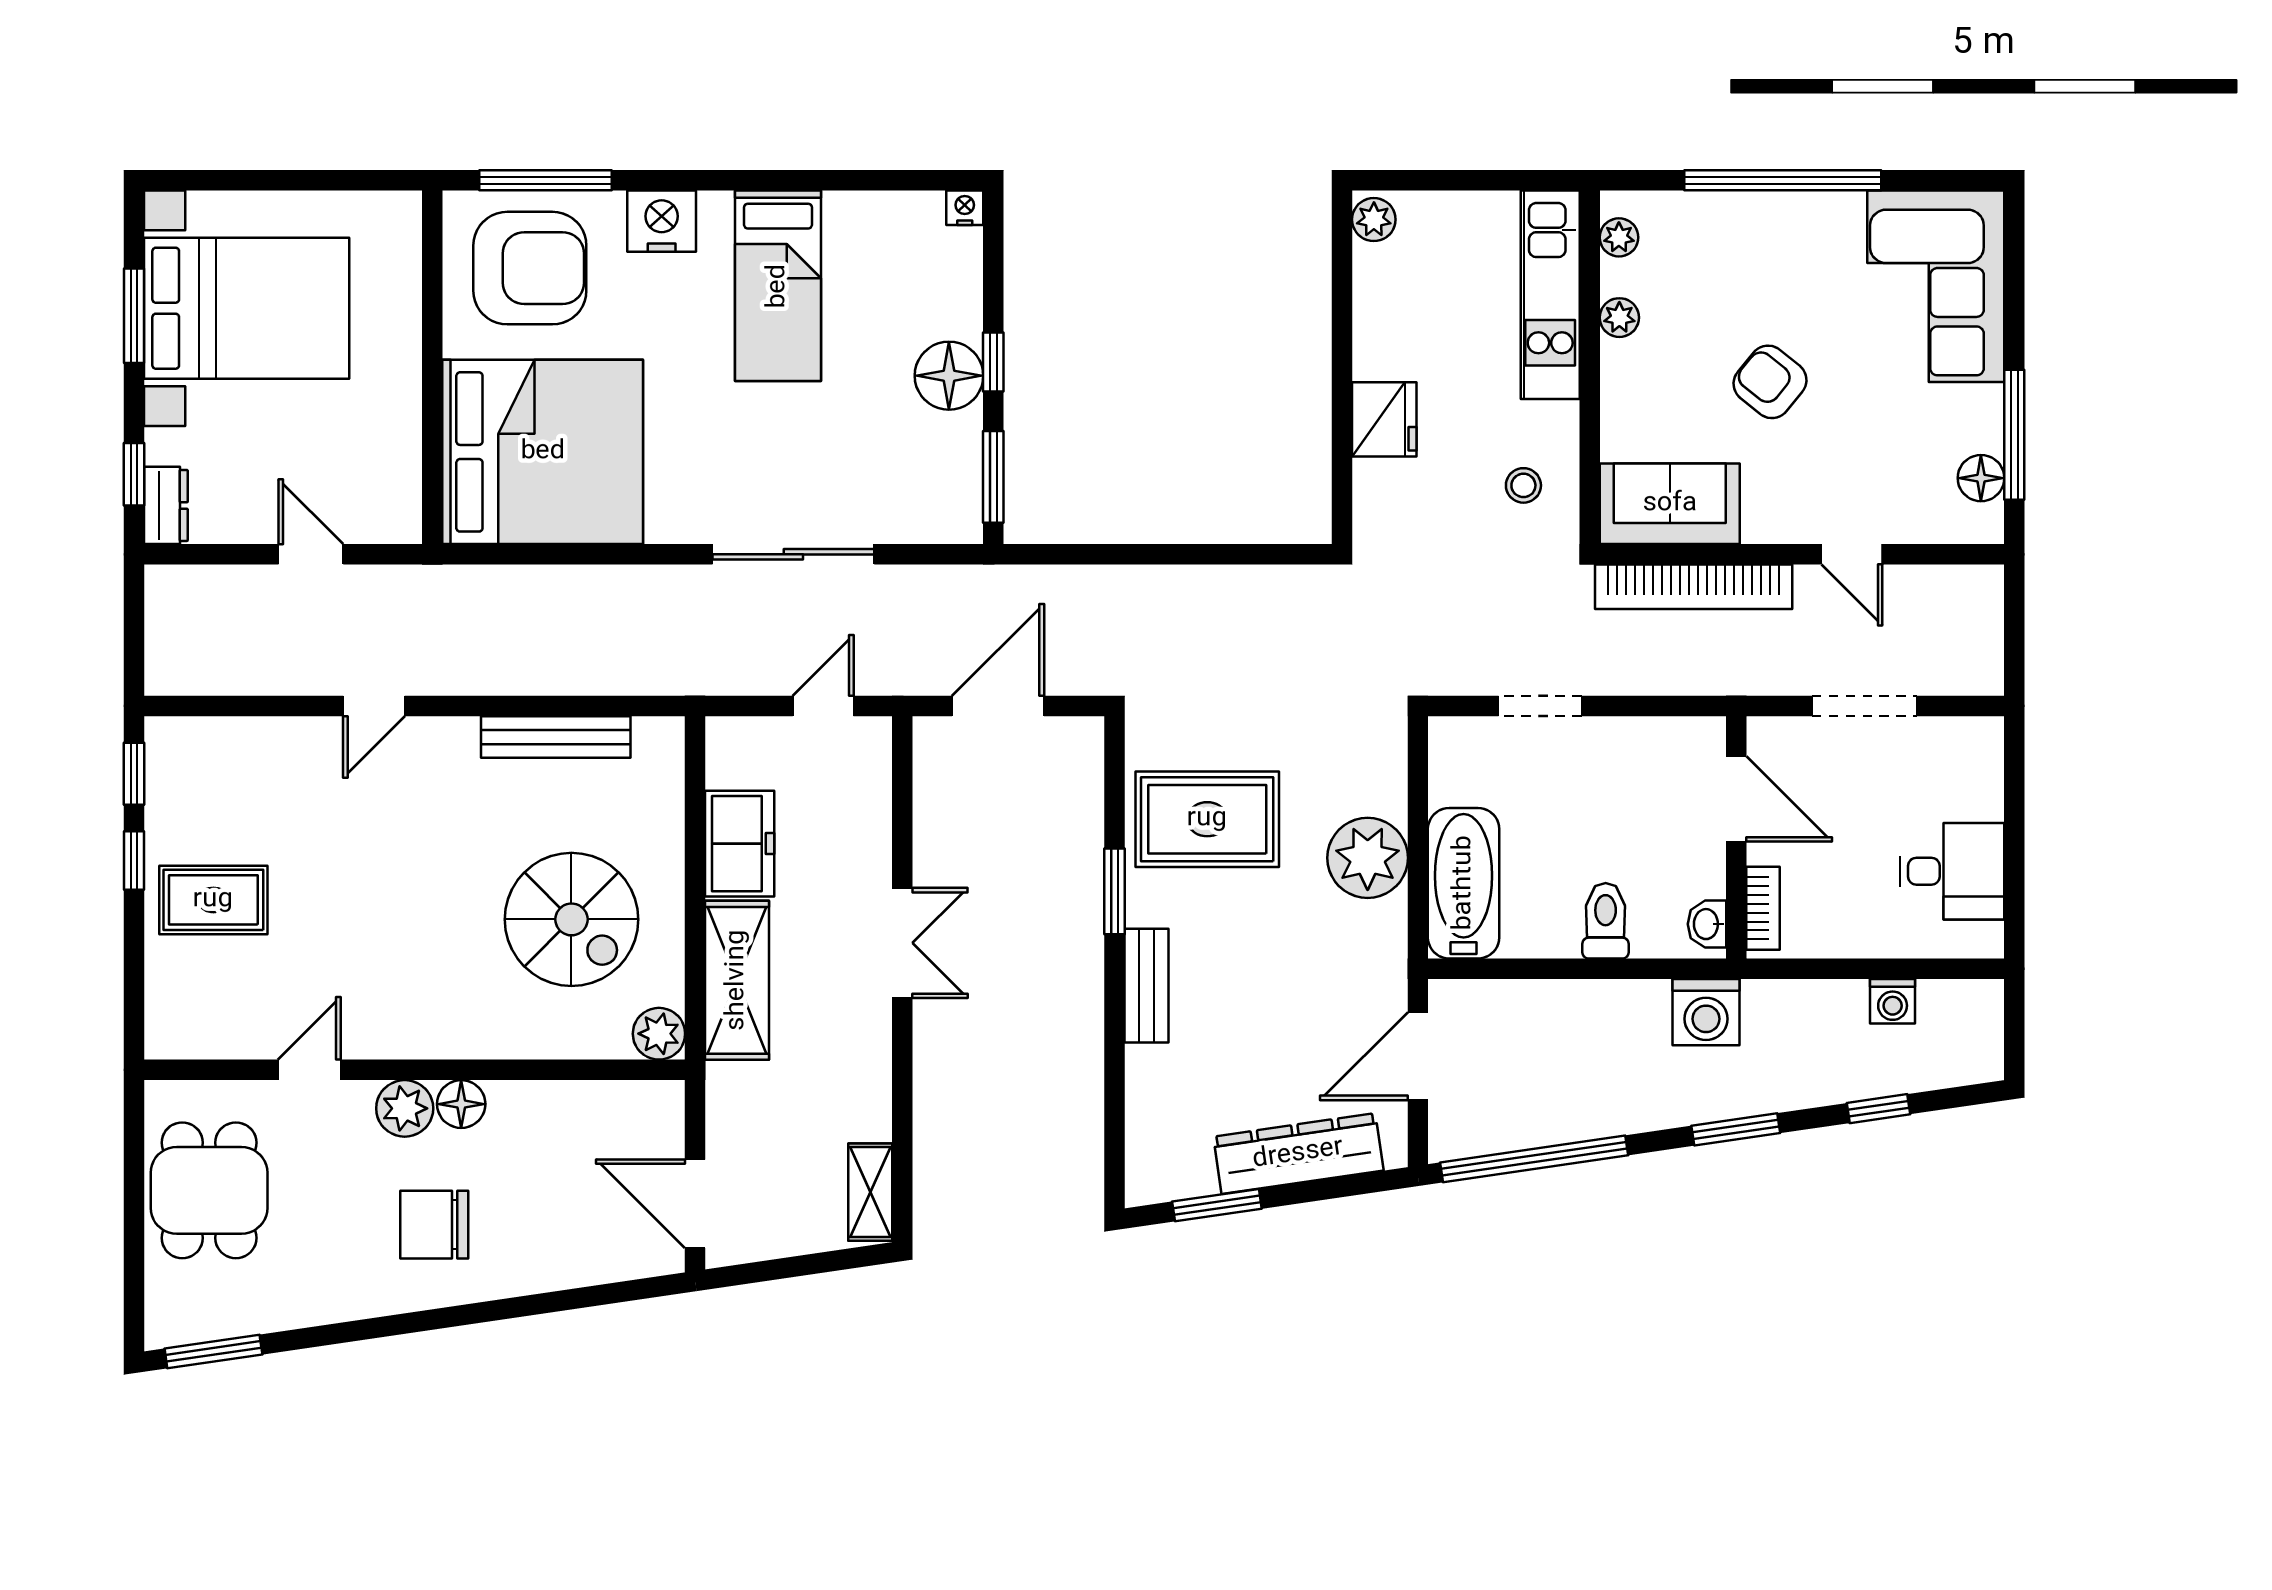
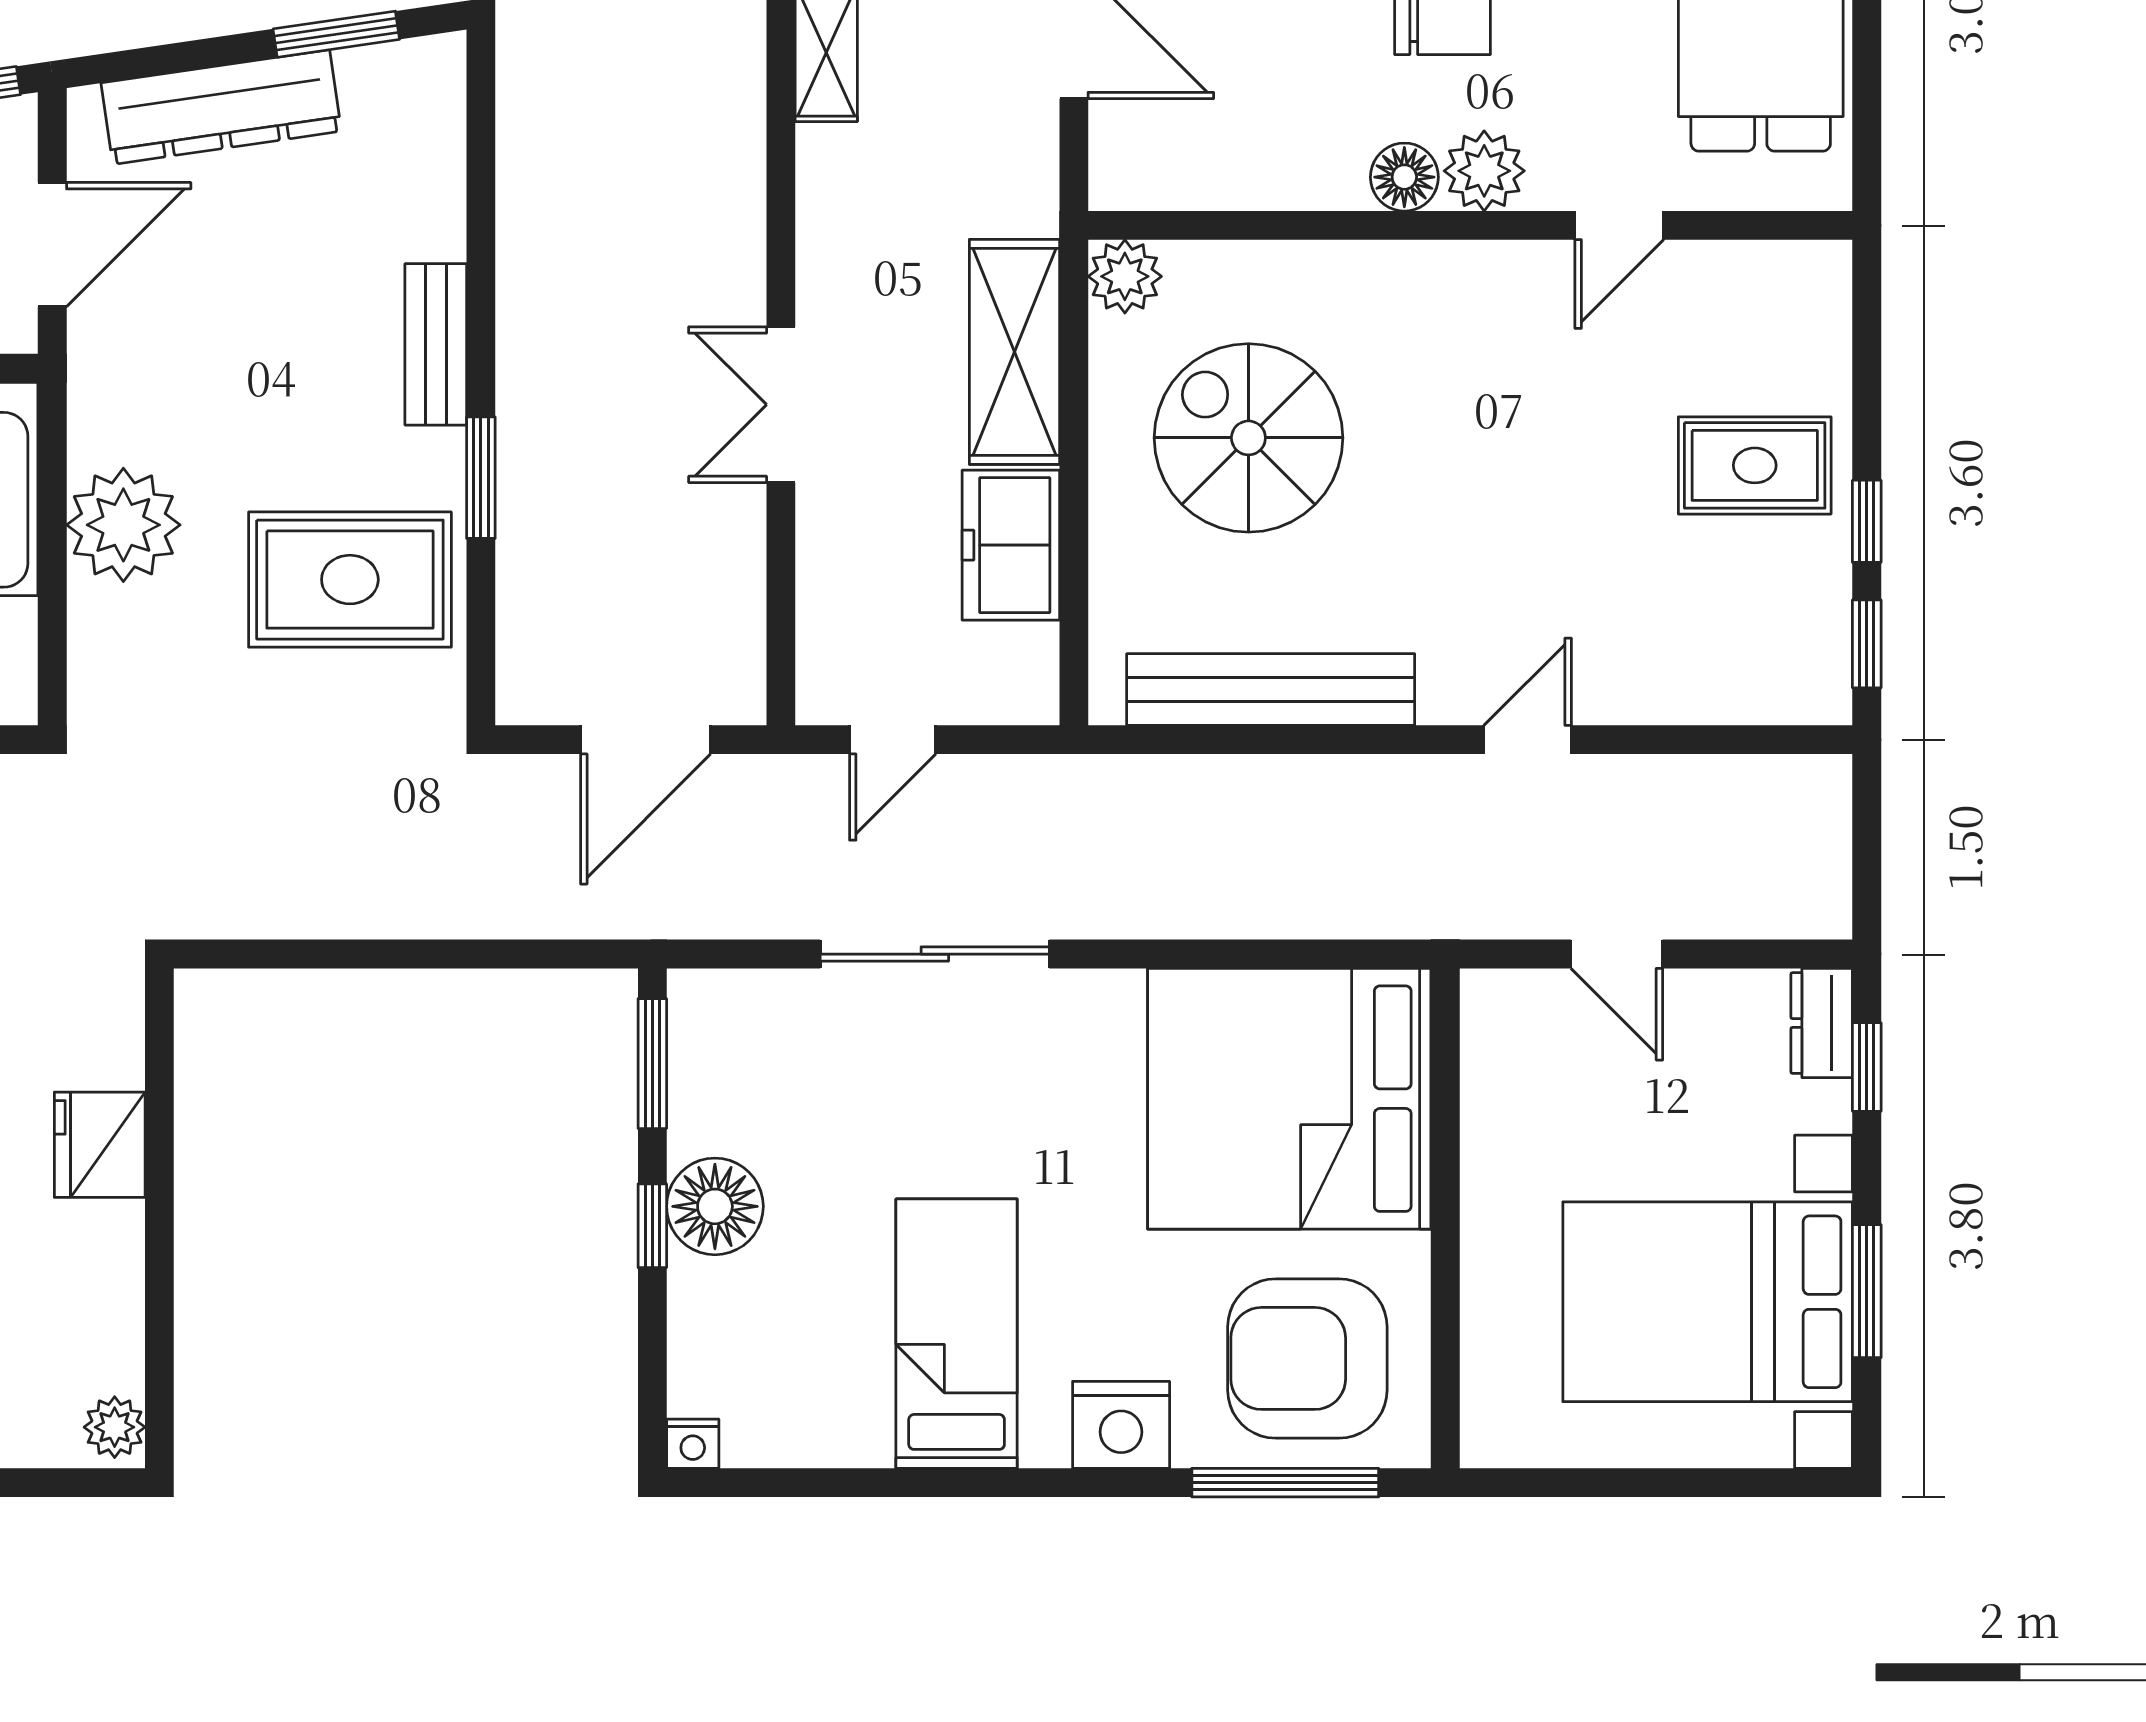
bench: (556, 737) -> (1271, 690), width x1.37, depth x1.21

